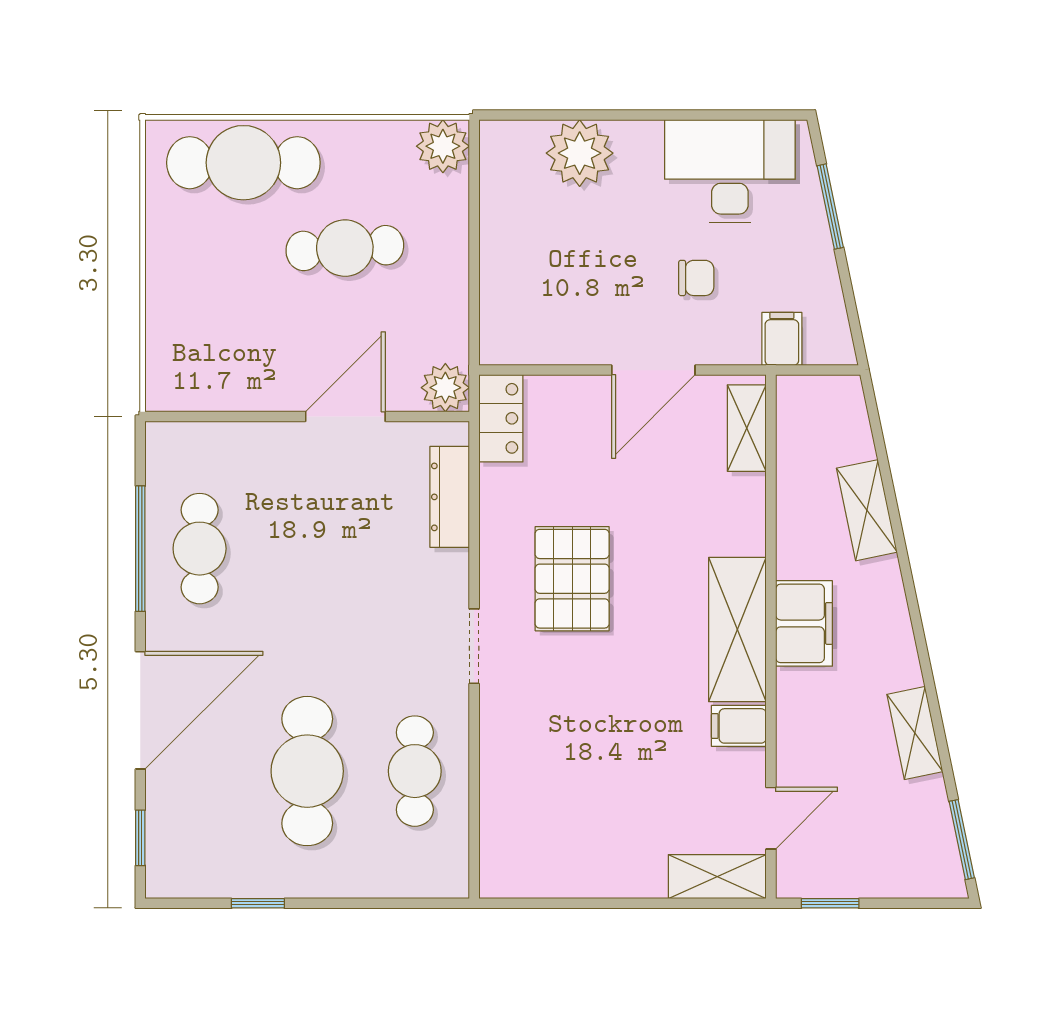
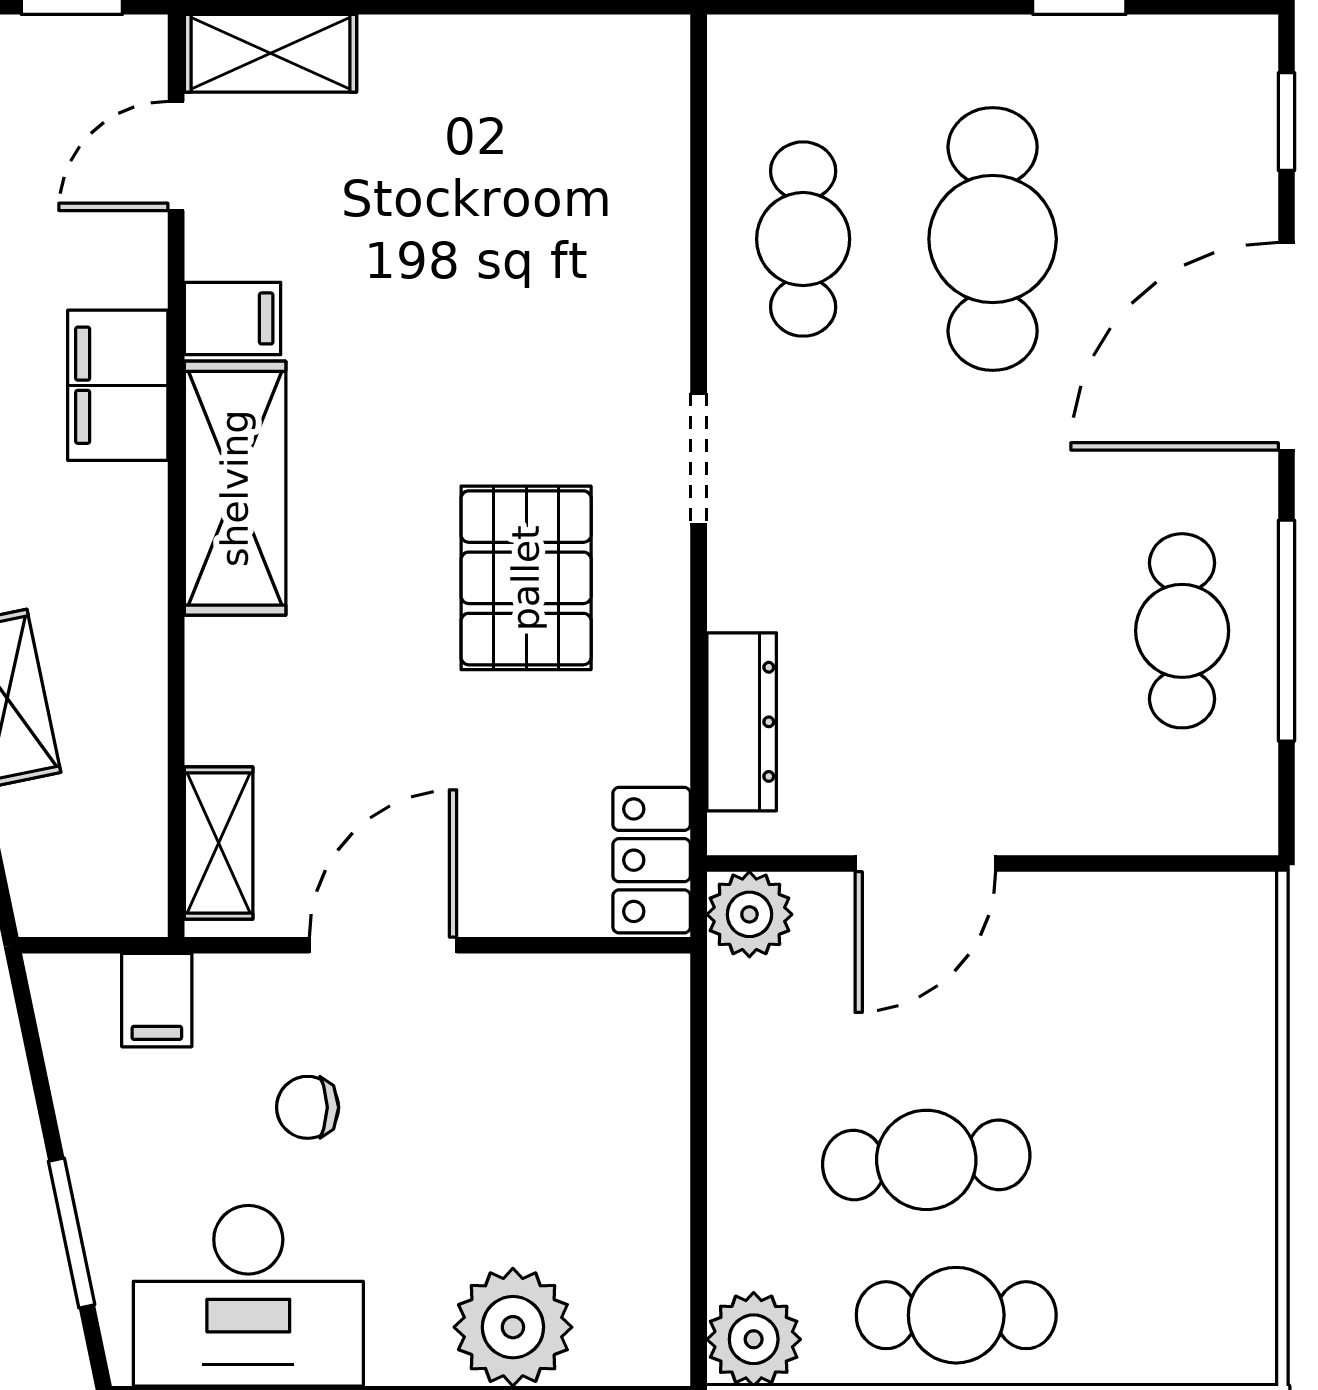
cafe table: (243, 163) -> (956, 1315), moved, width x0.73, depth x0.74
filing cabinet: (804, 623) -> (118, 385), moved

